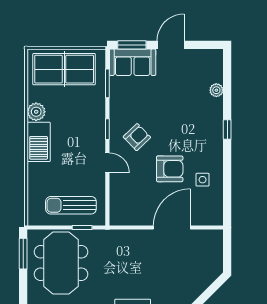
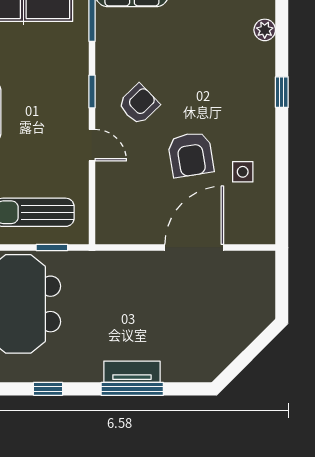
armchair: (170, 169) -> (191, 155), turned 81

